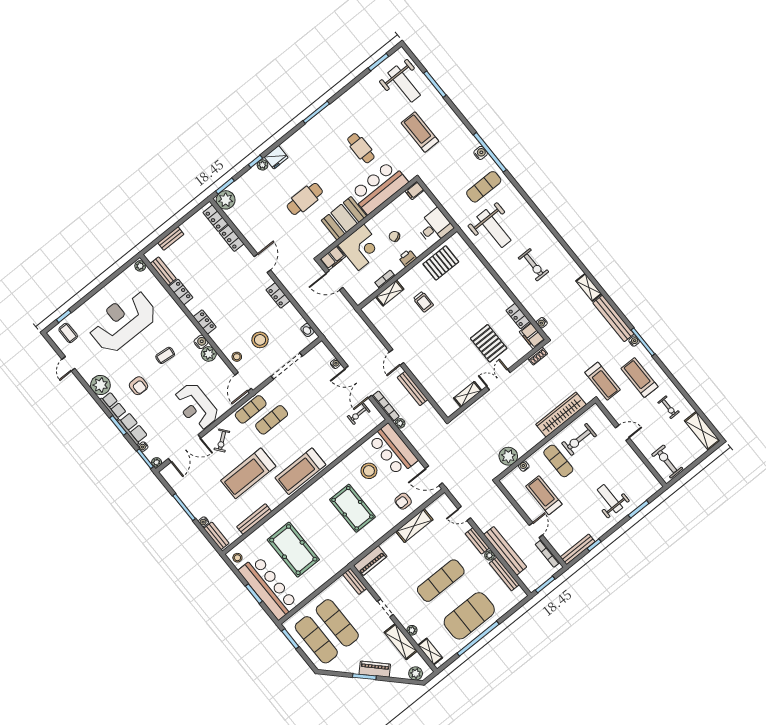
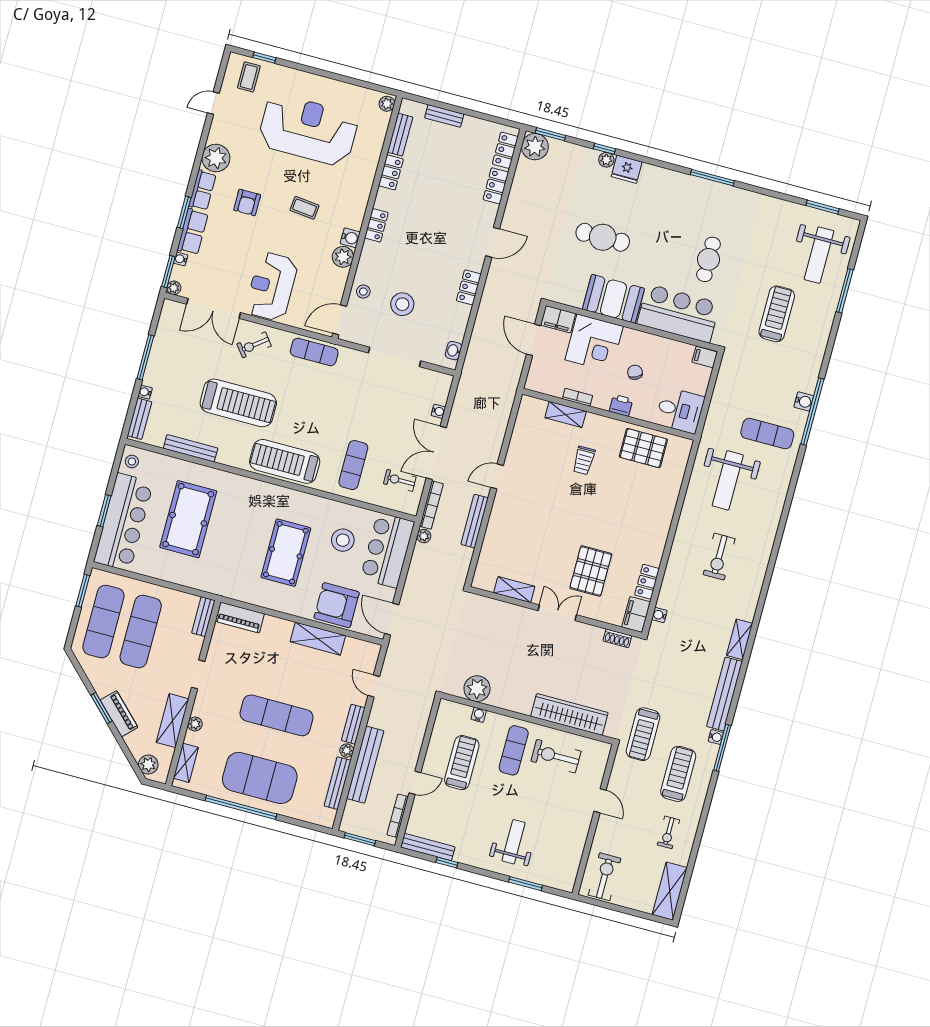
exercise mat: (272, 420) -> (353, 465), moved, turned 90
treadmill: (248, 473) -> (238, 403), turned 180
armchair: (403, 501) -> (337, 605), width x1.88, depth x1.88

